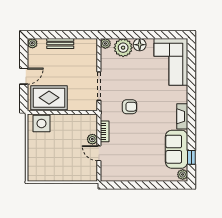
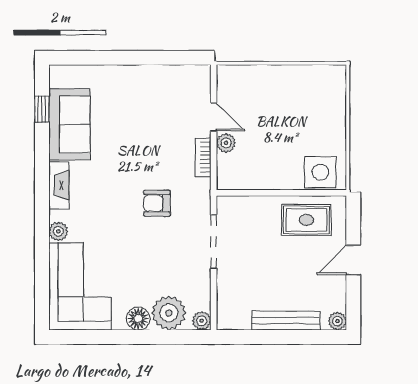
bench: (60, 44) -> (286, 321), width x1.36
rug: (49, 98) -> (306, 220), width x0.73, depth x0.70
plant: (183, 174) -> (58, 231), moved

